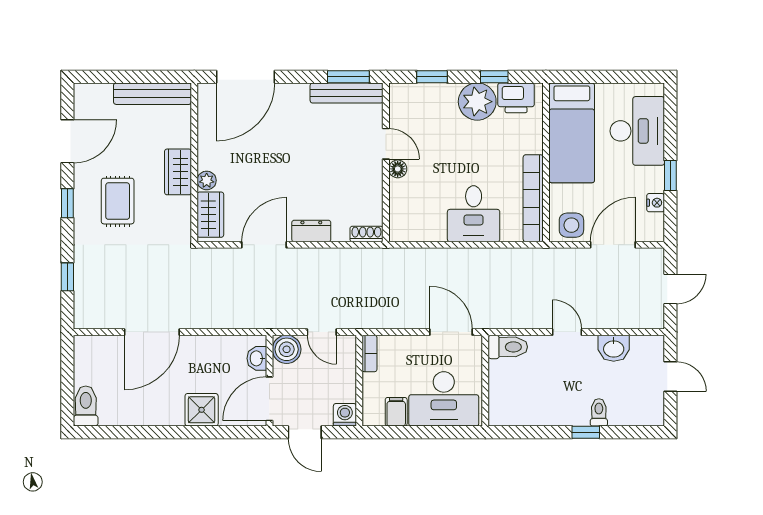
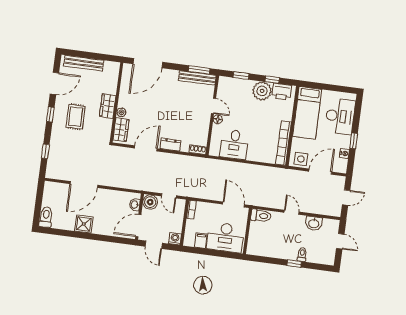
bench: (153, 94) -> (84, 63), moved
desk: (474, 214) -> (234, 144), moved
shower: (202, 410) -> (84, 224), moved

